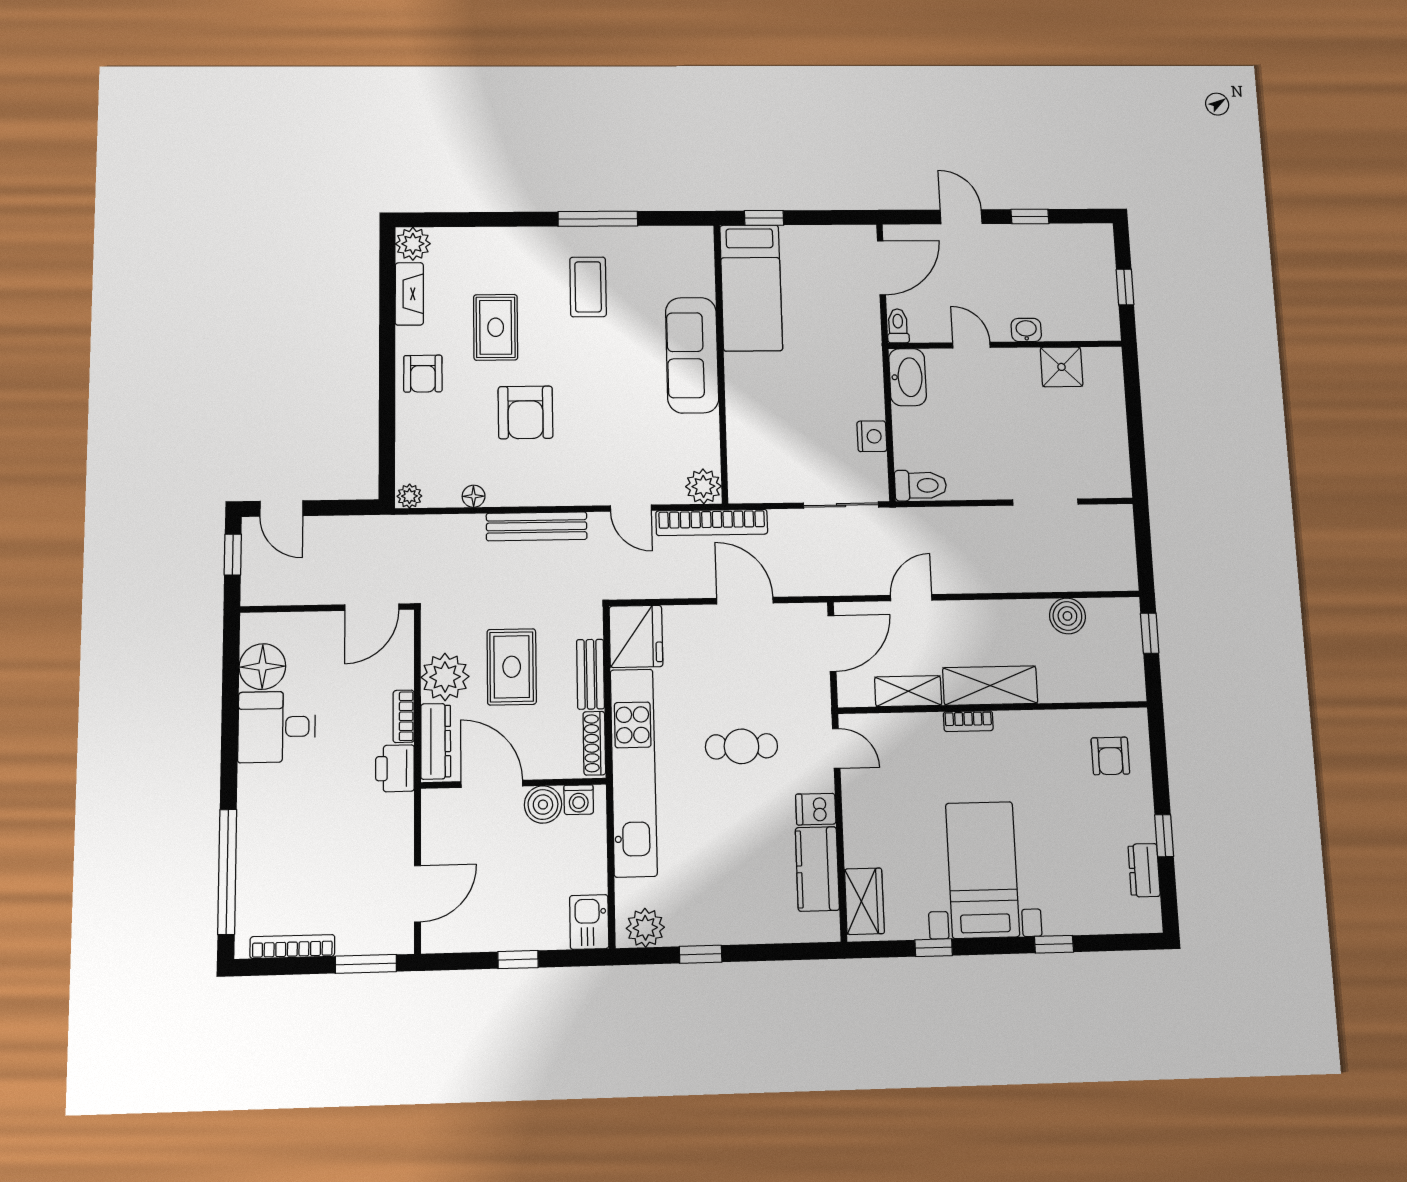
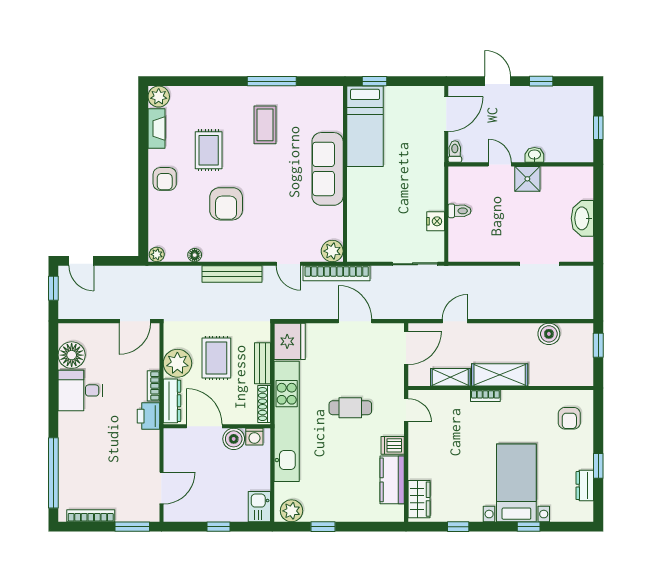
shower: (1062, 367) -> (527, 179), moved
washbasin: (908, 377) -> (582, 218), moved, turned 180
toilet: (921, 485) -> (460, 211), moved, width x0.73, depth x0.72
bed with nightstands: (982, 870) -> (516, 483), moved

